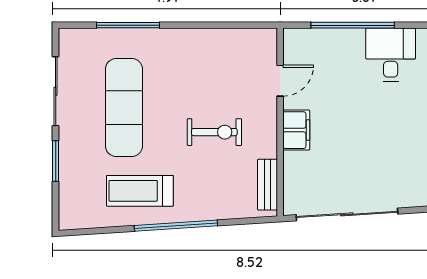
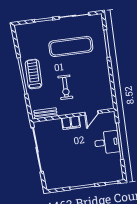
desk: (391, 55) -> (107, 142), moved
door: (280, 81) -> (91, 113), hinge flipped
treadmill: (140, 191) -> (33, 74), moved

